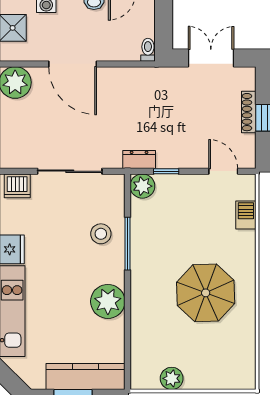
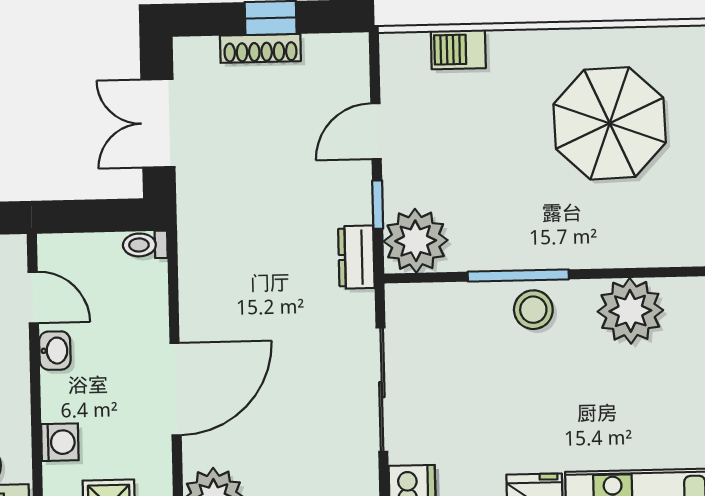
door: (223, 171) -> (376, 131), moved
plant: (142, 186) -> (416, 241), width x1.36, depth x1.36
stool: (101, 234) -> (533, 310), moved

